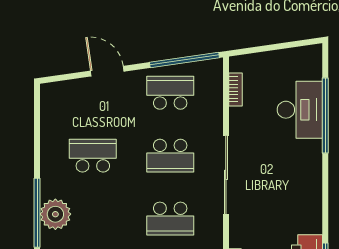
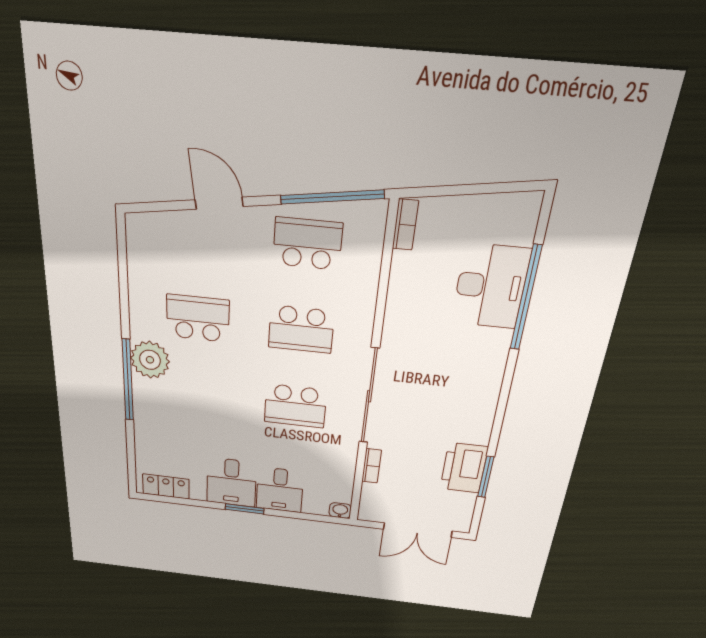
bookcase: (236, 89) -> (405, 225), moved
sliding door: (226, 175) -> (369, 396), moved
plant: (55, 214) -> (150, 360), moved

